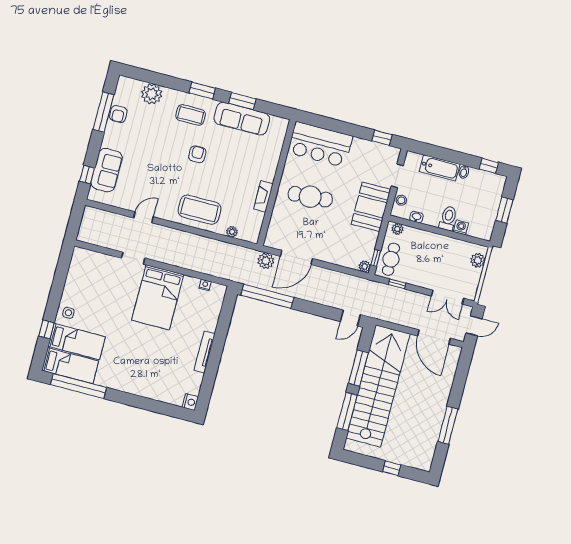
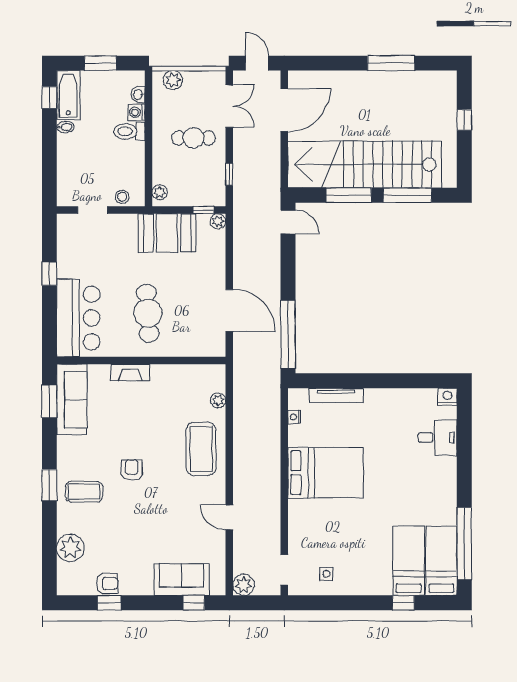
window: (242, 101) -> (49, 401), moved
window: (103, 112) -> (109, 603), width x0.46
coffee table: (191, 115) -> (84, 492), turned 90
sofa: (242, 119) -> (72, 400), moved
window: (382, 138) -> (49, 274), moved
armchair: (197, 154) -> (132, 470), turned 90
bathtub: (440, 168) -> (68, 95), moved
fireplace: (263, 196) -> (130, 372), moved
booth: (371, 207) -> (167, 233), moved
washbasin: (416, 217) -> (138, 95), moved
doorway: (133, 258) -> (284, 570), moved
cafe table: (391, 259) -> (193, 138), moved
plant: (266, 261) -> (244, 585), moved
side table: (68, 313) -> (326, 574), moved
tv unit: (205, 352) -> (336, 395), moved
desk: (162, 387) -> (438, 437), added

